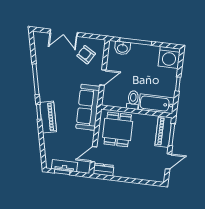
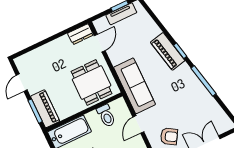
toilet: (133, 100) -> (106, 116), moved

